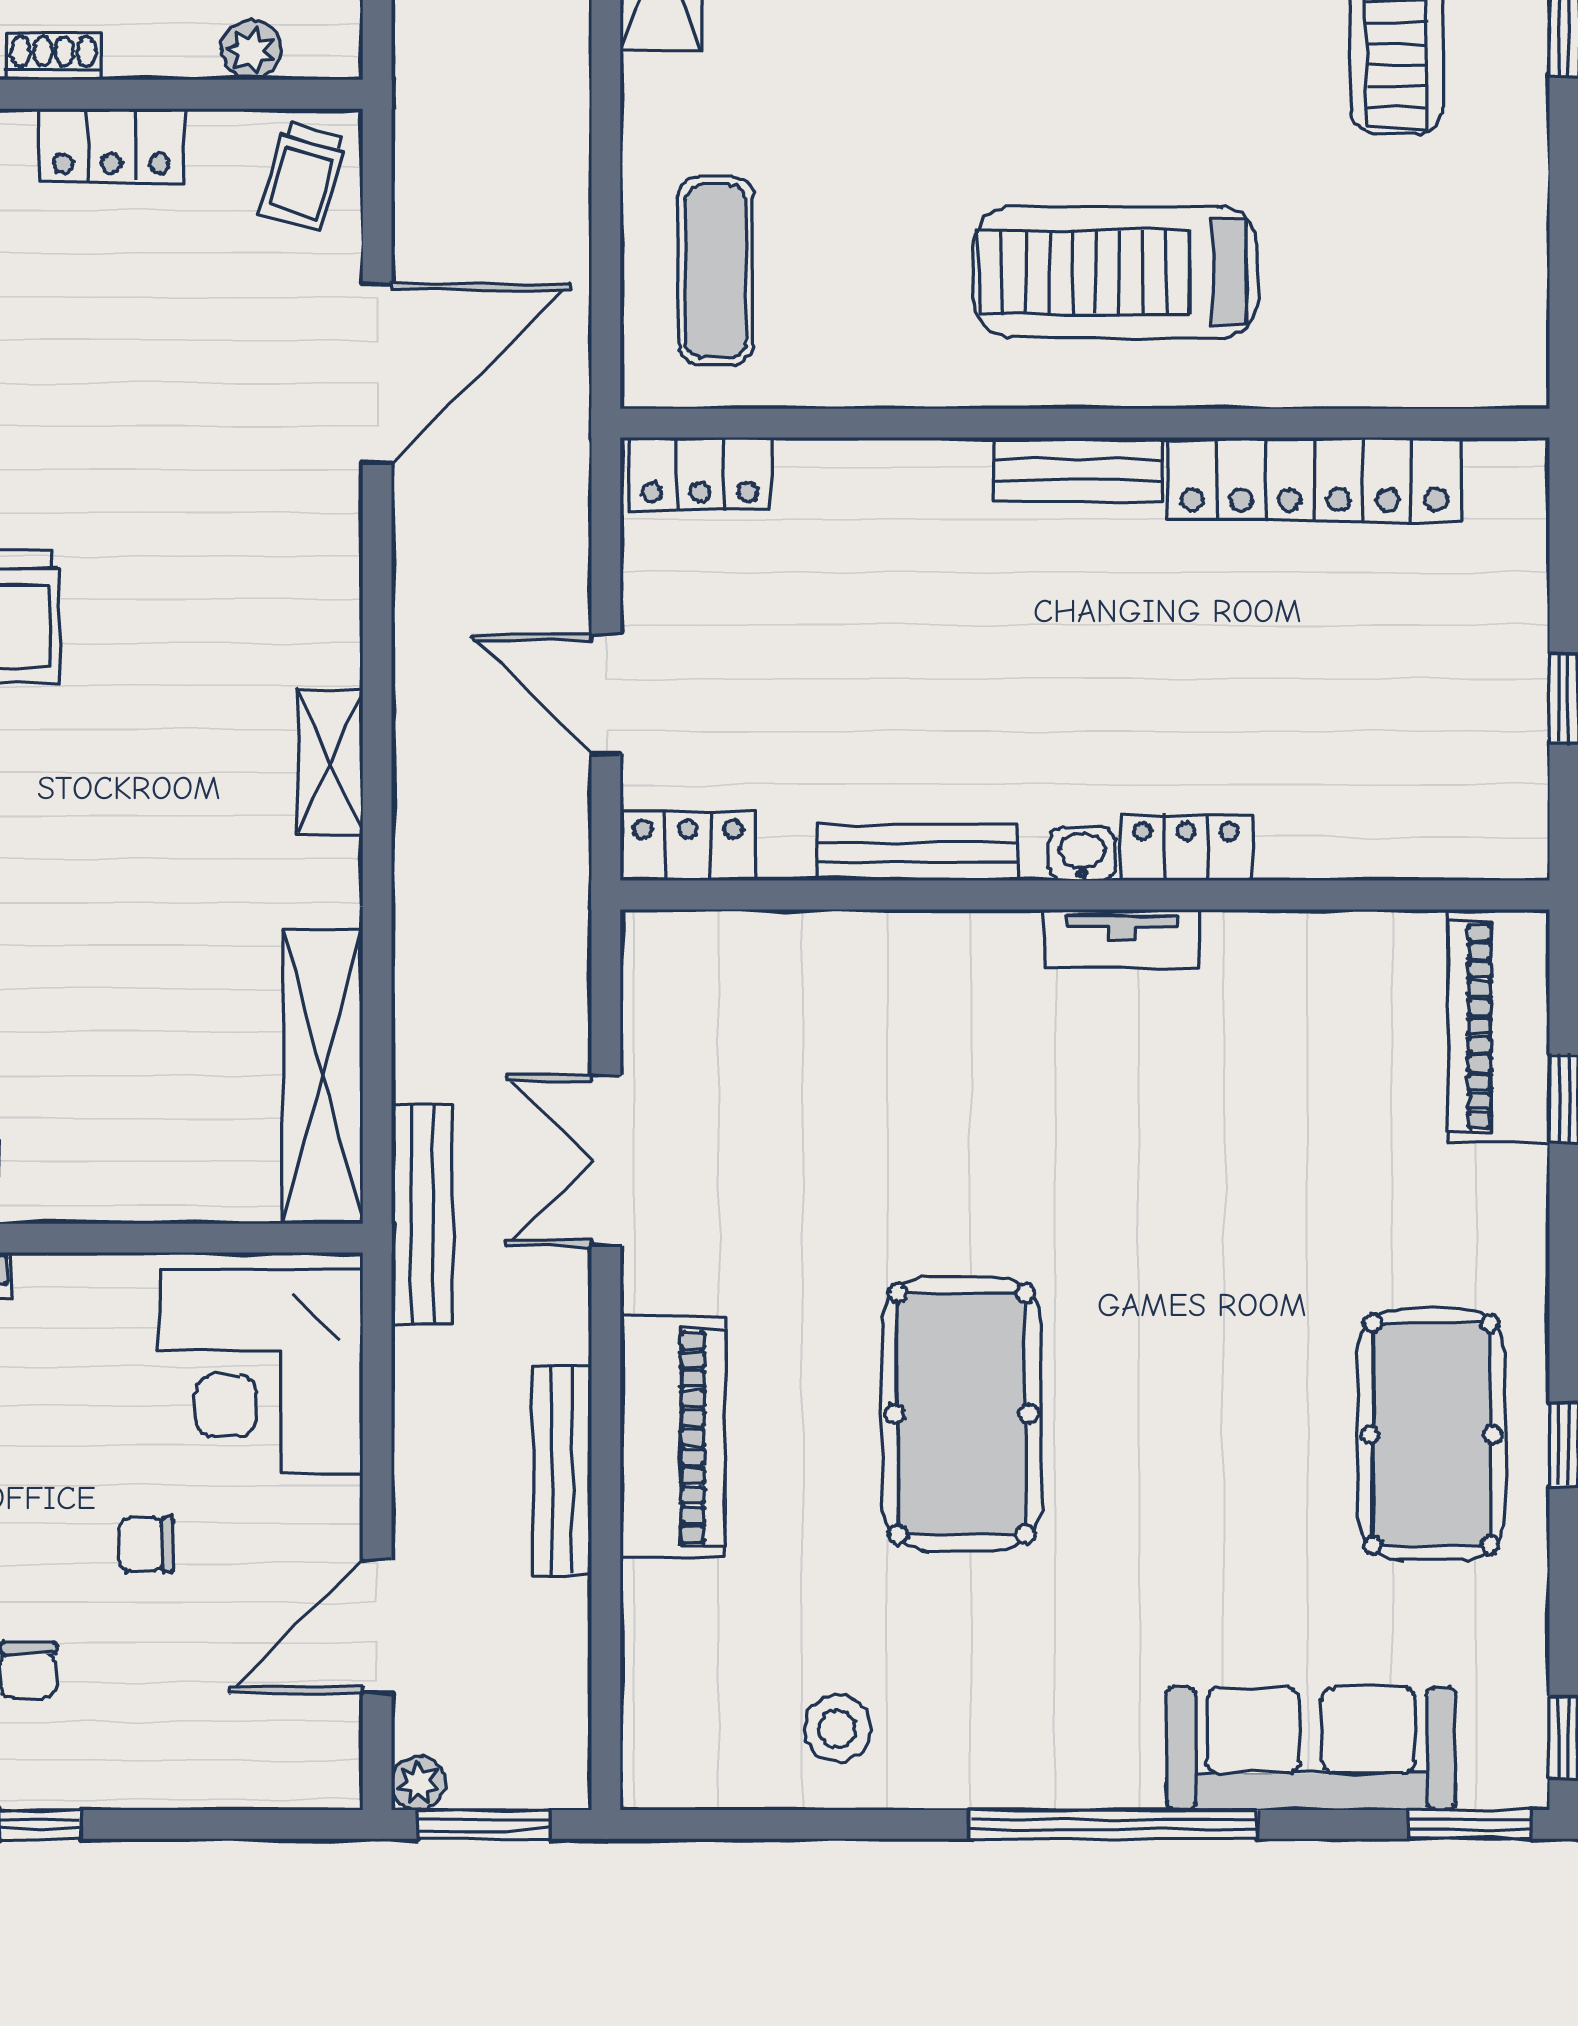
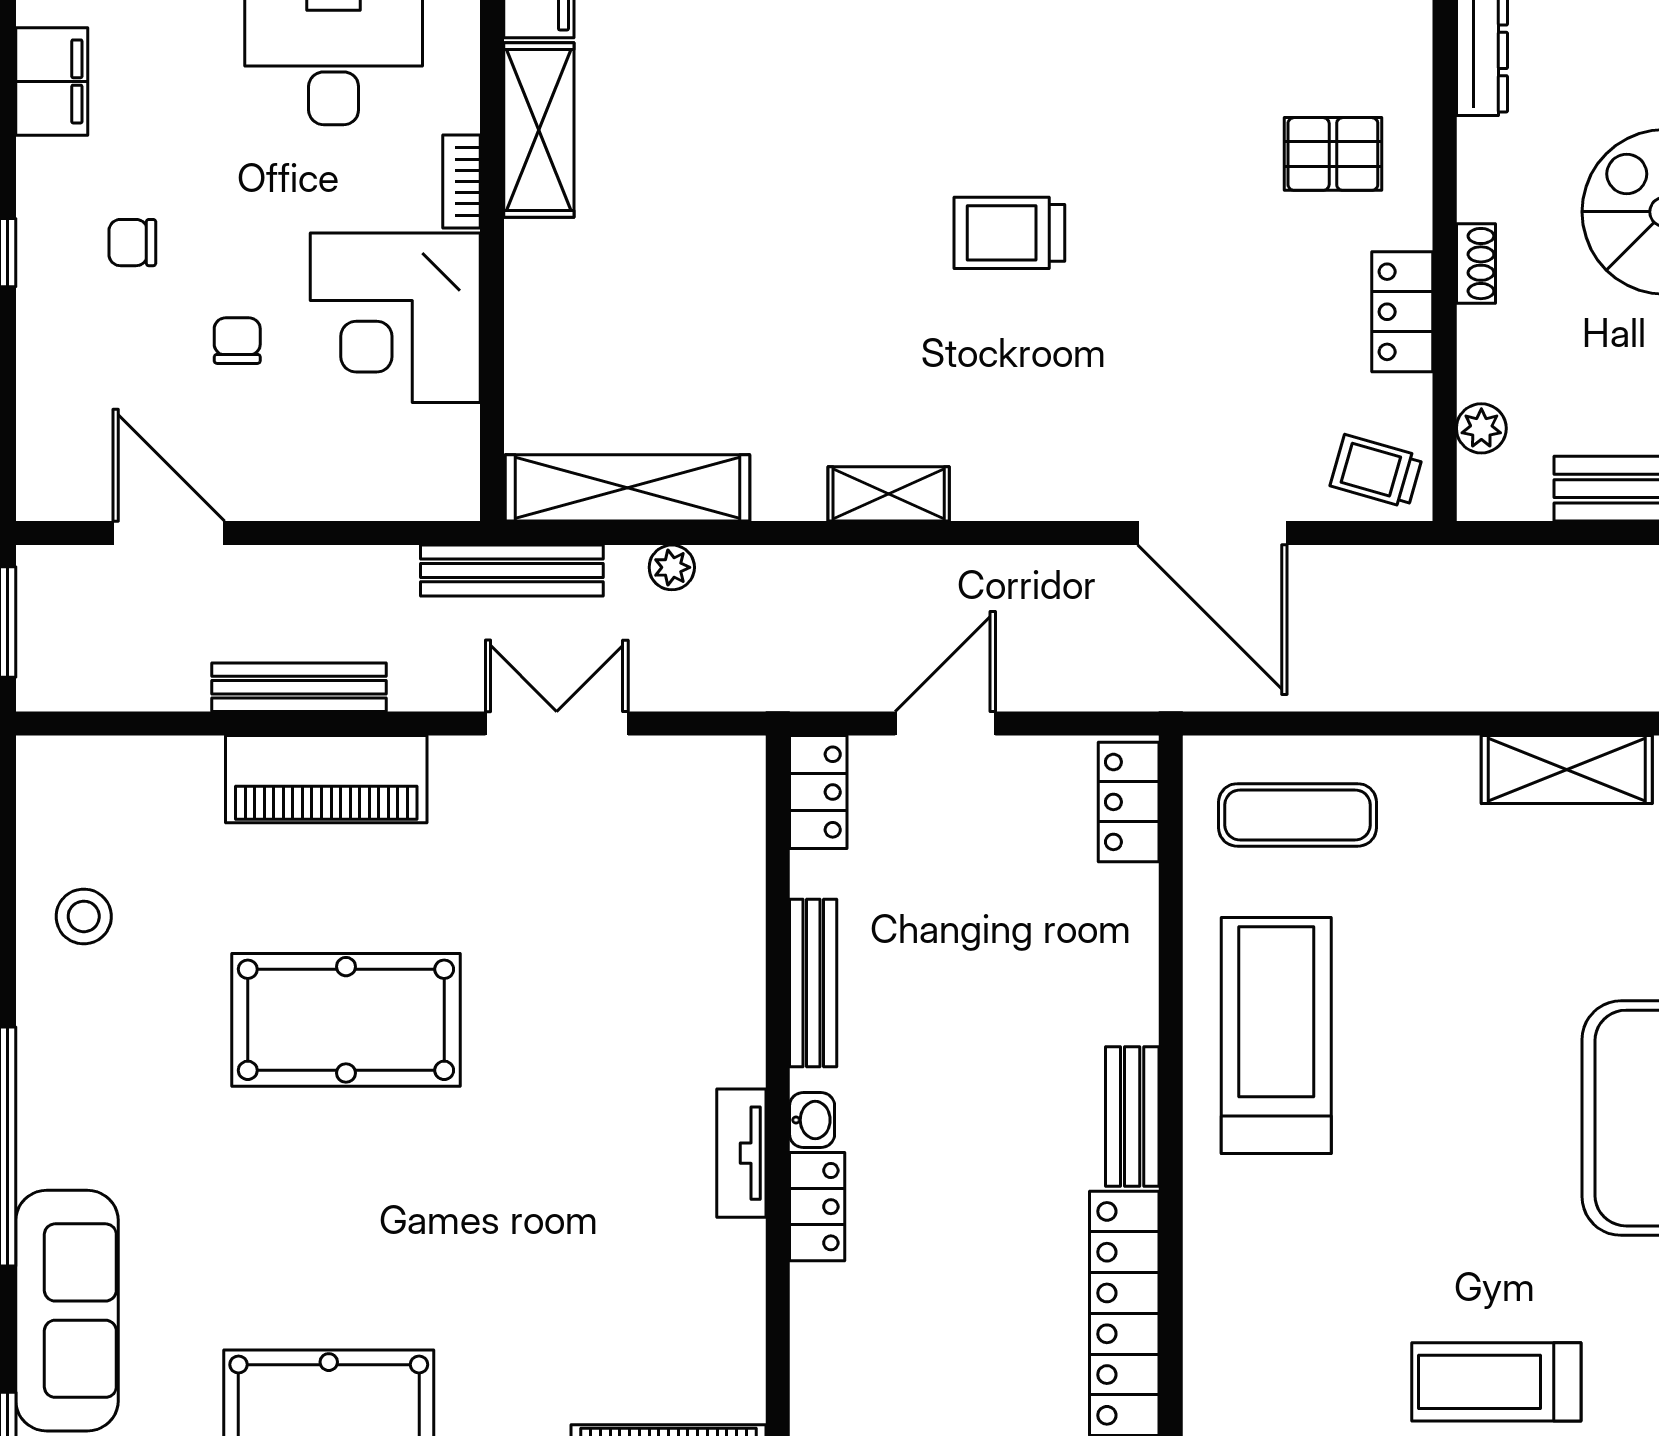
treadmill: (1115, 272) -> (1276, 1035), moved
corner desk: (261, 1371) -> (395, 318), moved, turned -90
plant: (418, 1783) -> (672, 567), moved

